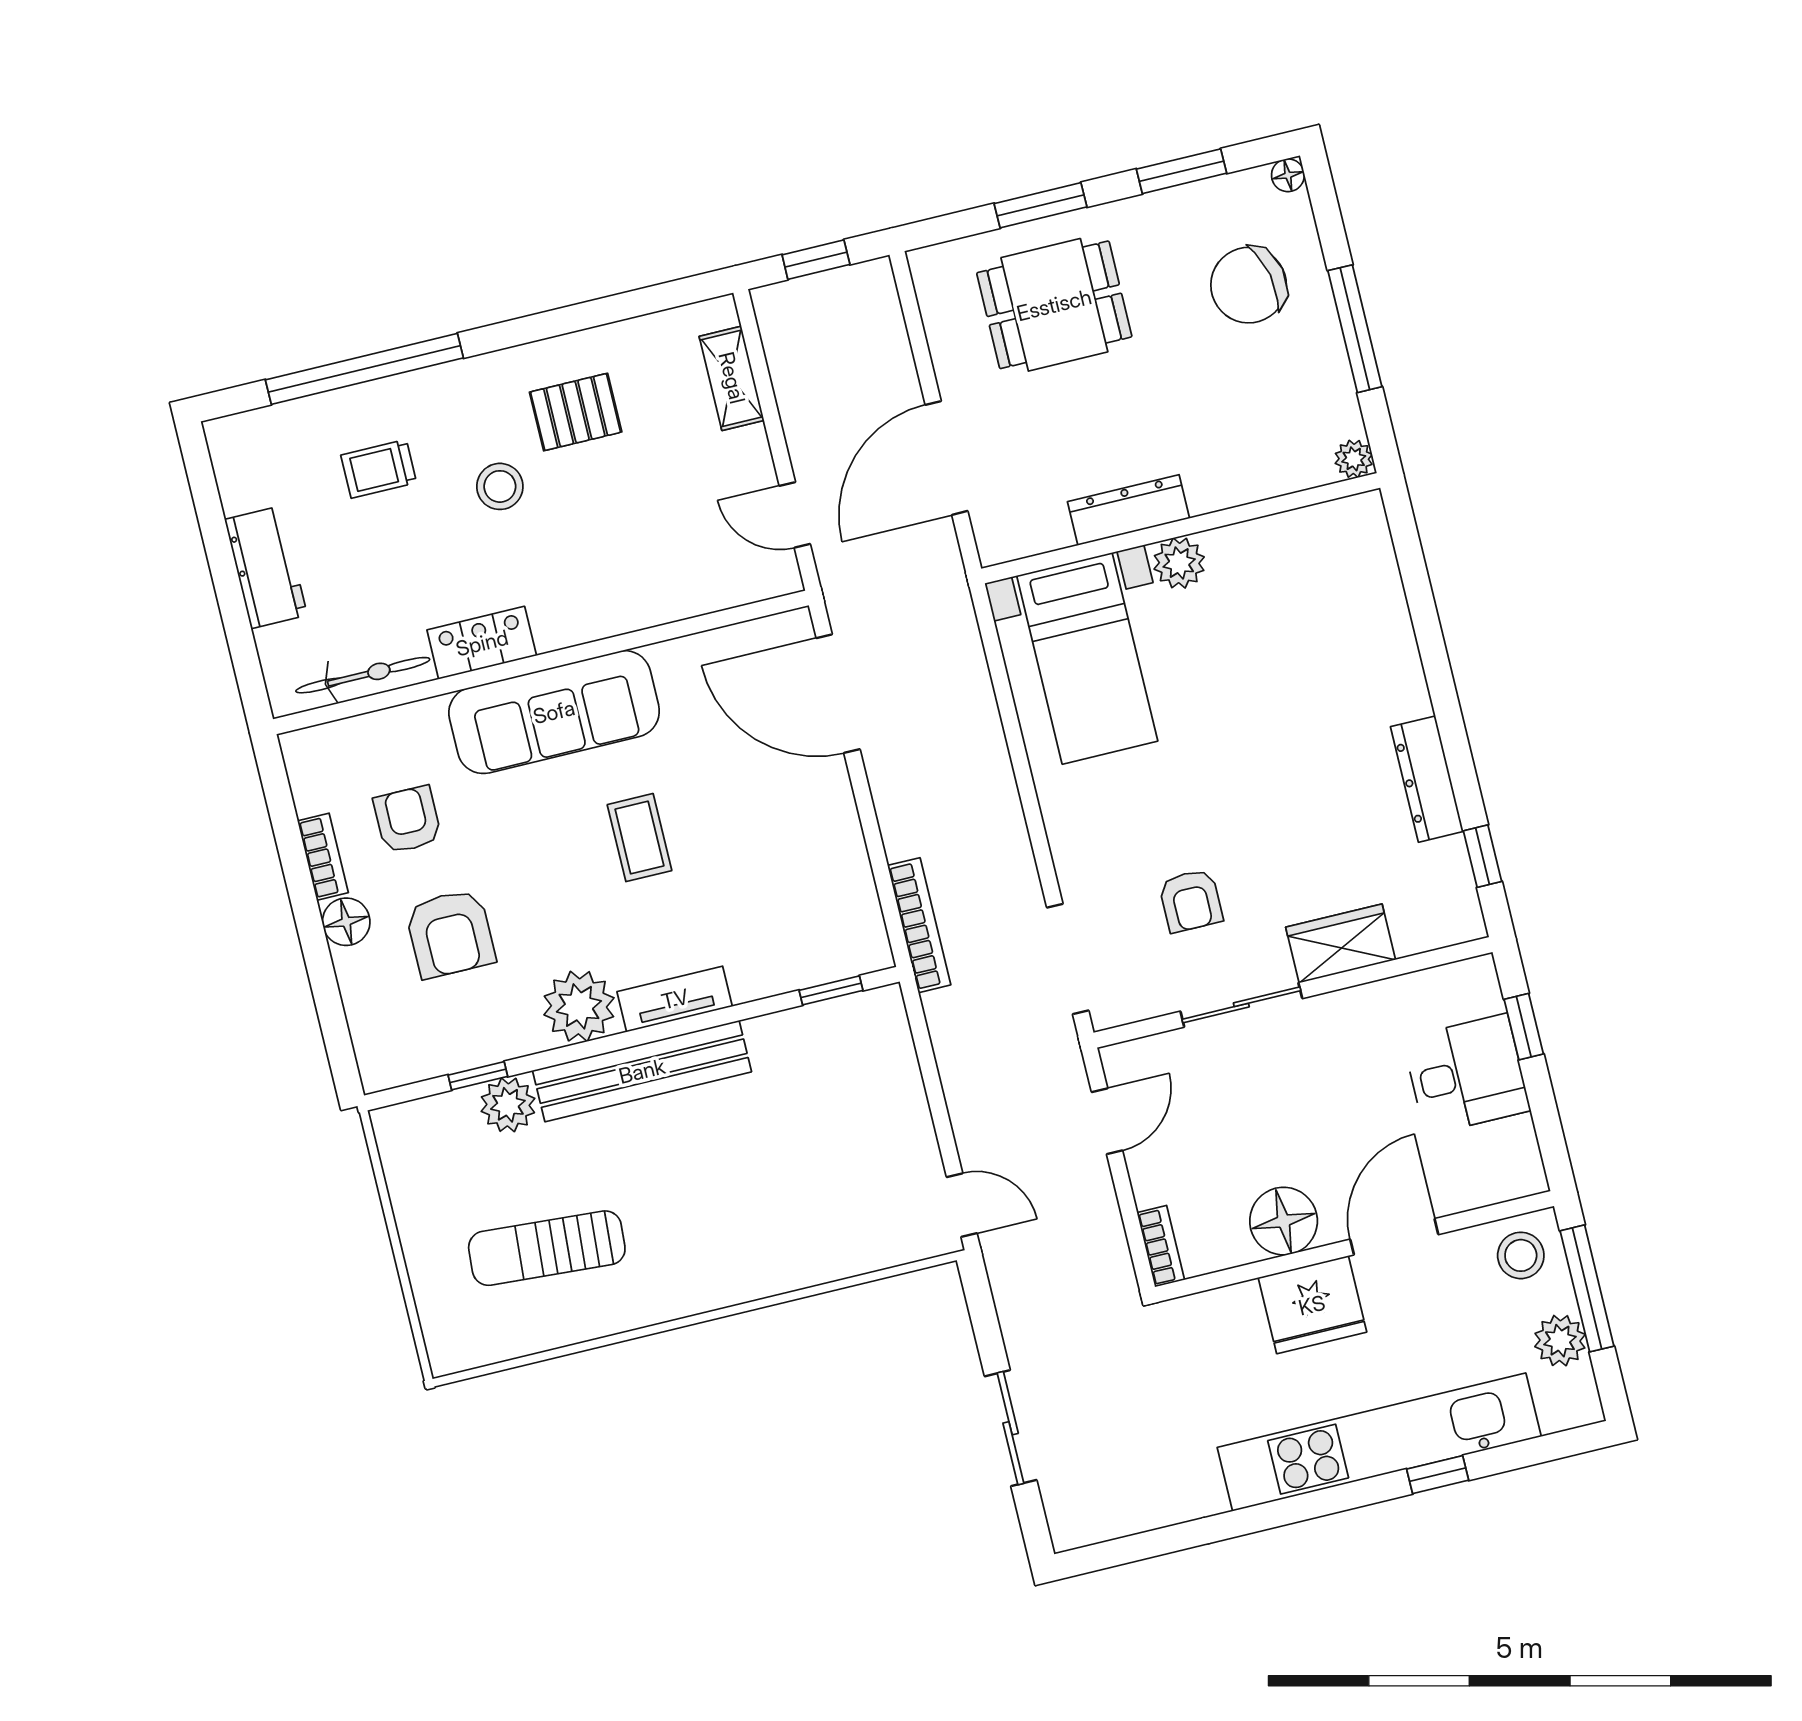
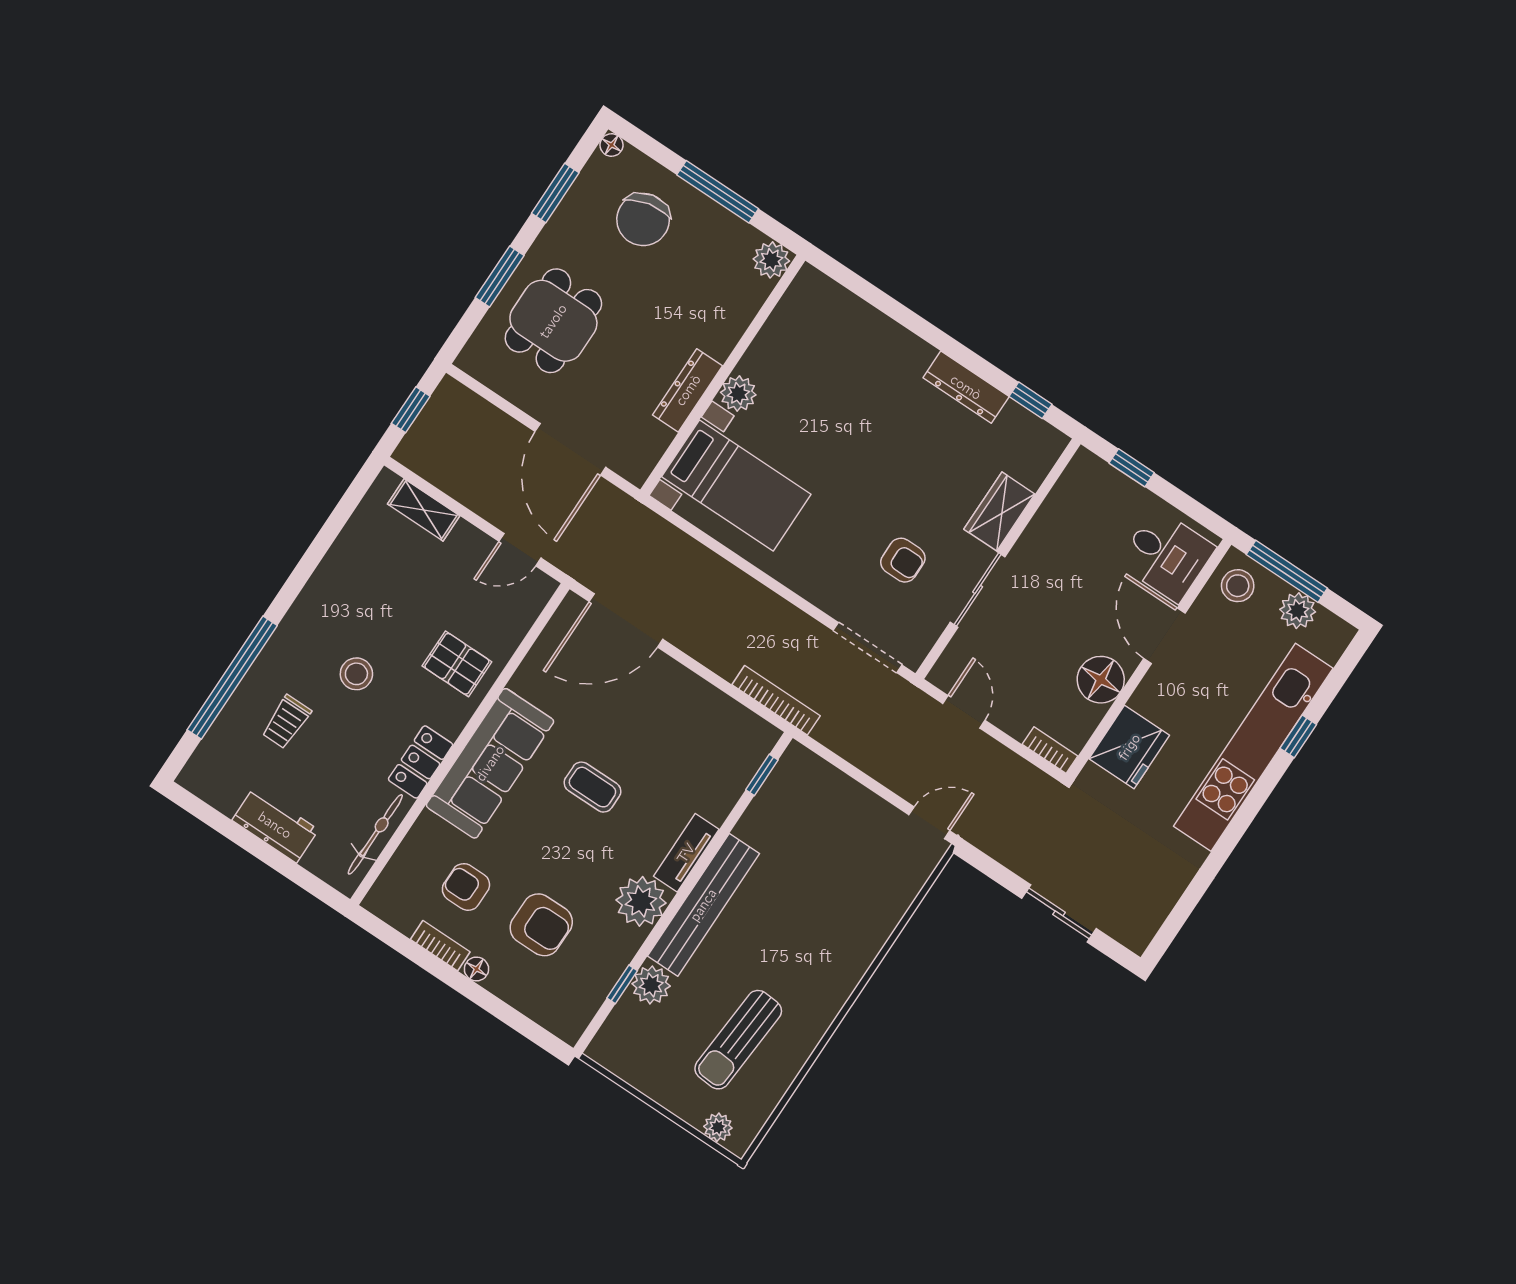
pallet: (576, 412) -> (457, 664), moved, turned 90
plant: (1354, 459) -> (771, 260), width x1.38, depth x1.38
floor lamp: (346, 922) -> (476, 969), width x0.73, depth x0.73
desk: (1466, 1074) -> (1167, 555), moved, turned 90
fridge: (1312, 1305) -> (1129, 747), moved
plant: (440, 1321) -> (718, 1127), added

